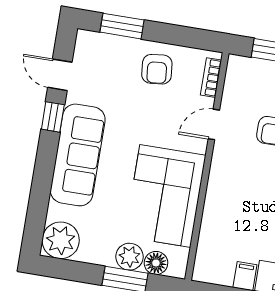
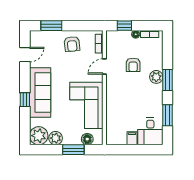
door: (60, 75) -> (25, 55), swing flipped
window: (53, 117) -> (25, 100), moved
plant: (129, 257) -> (56, 138), moved

